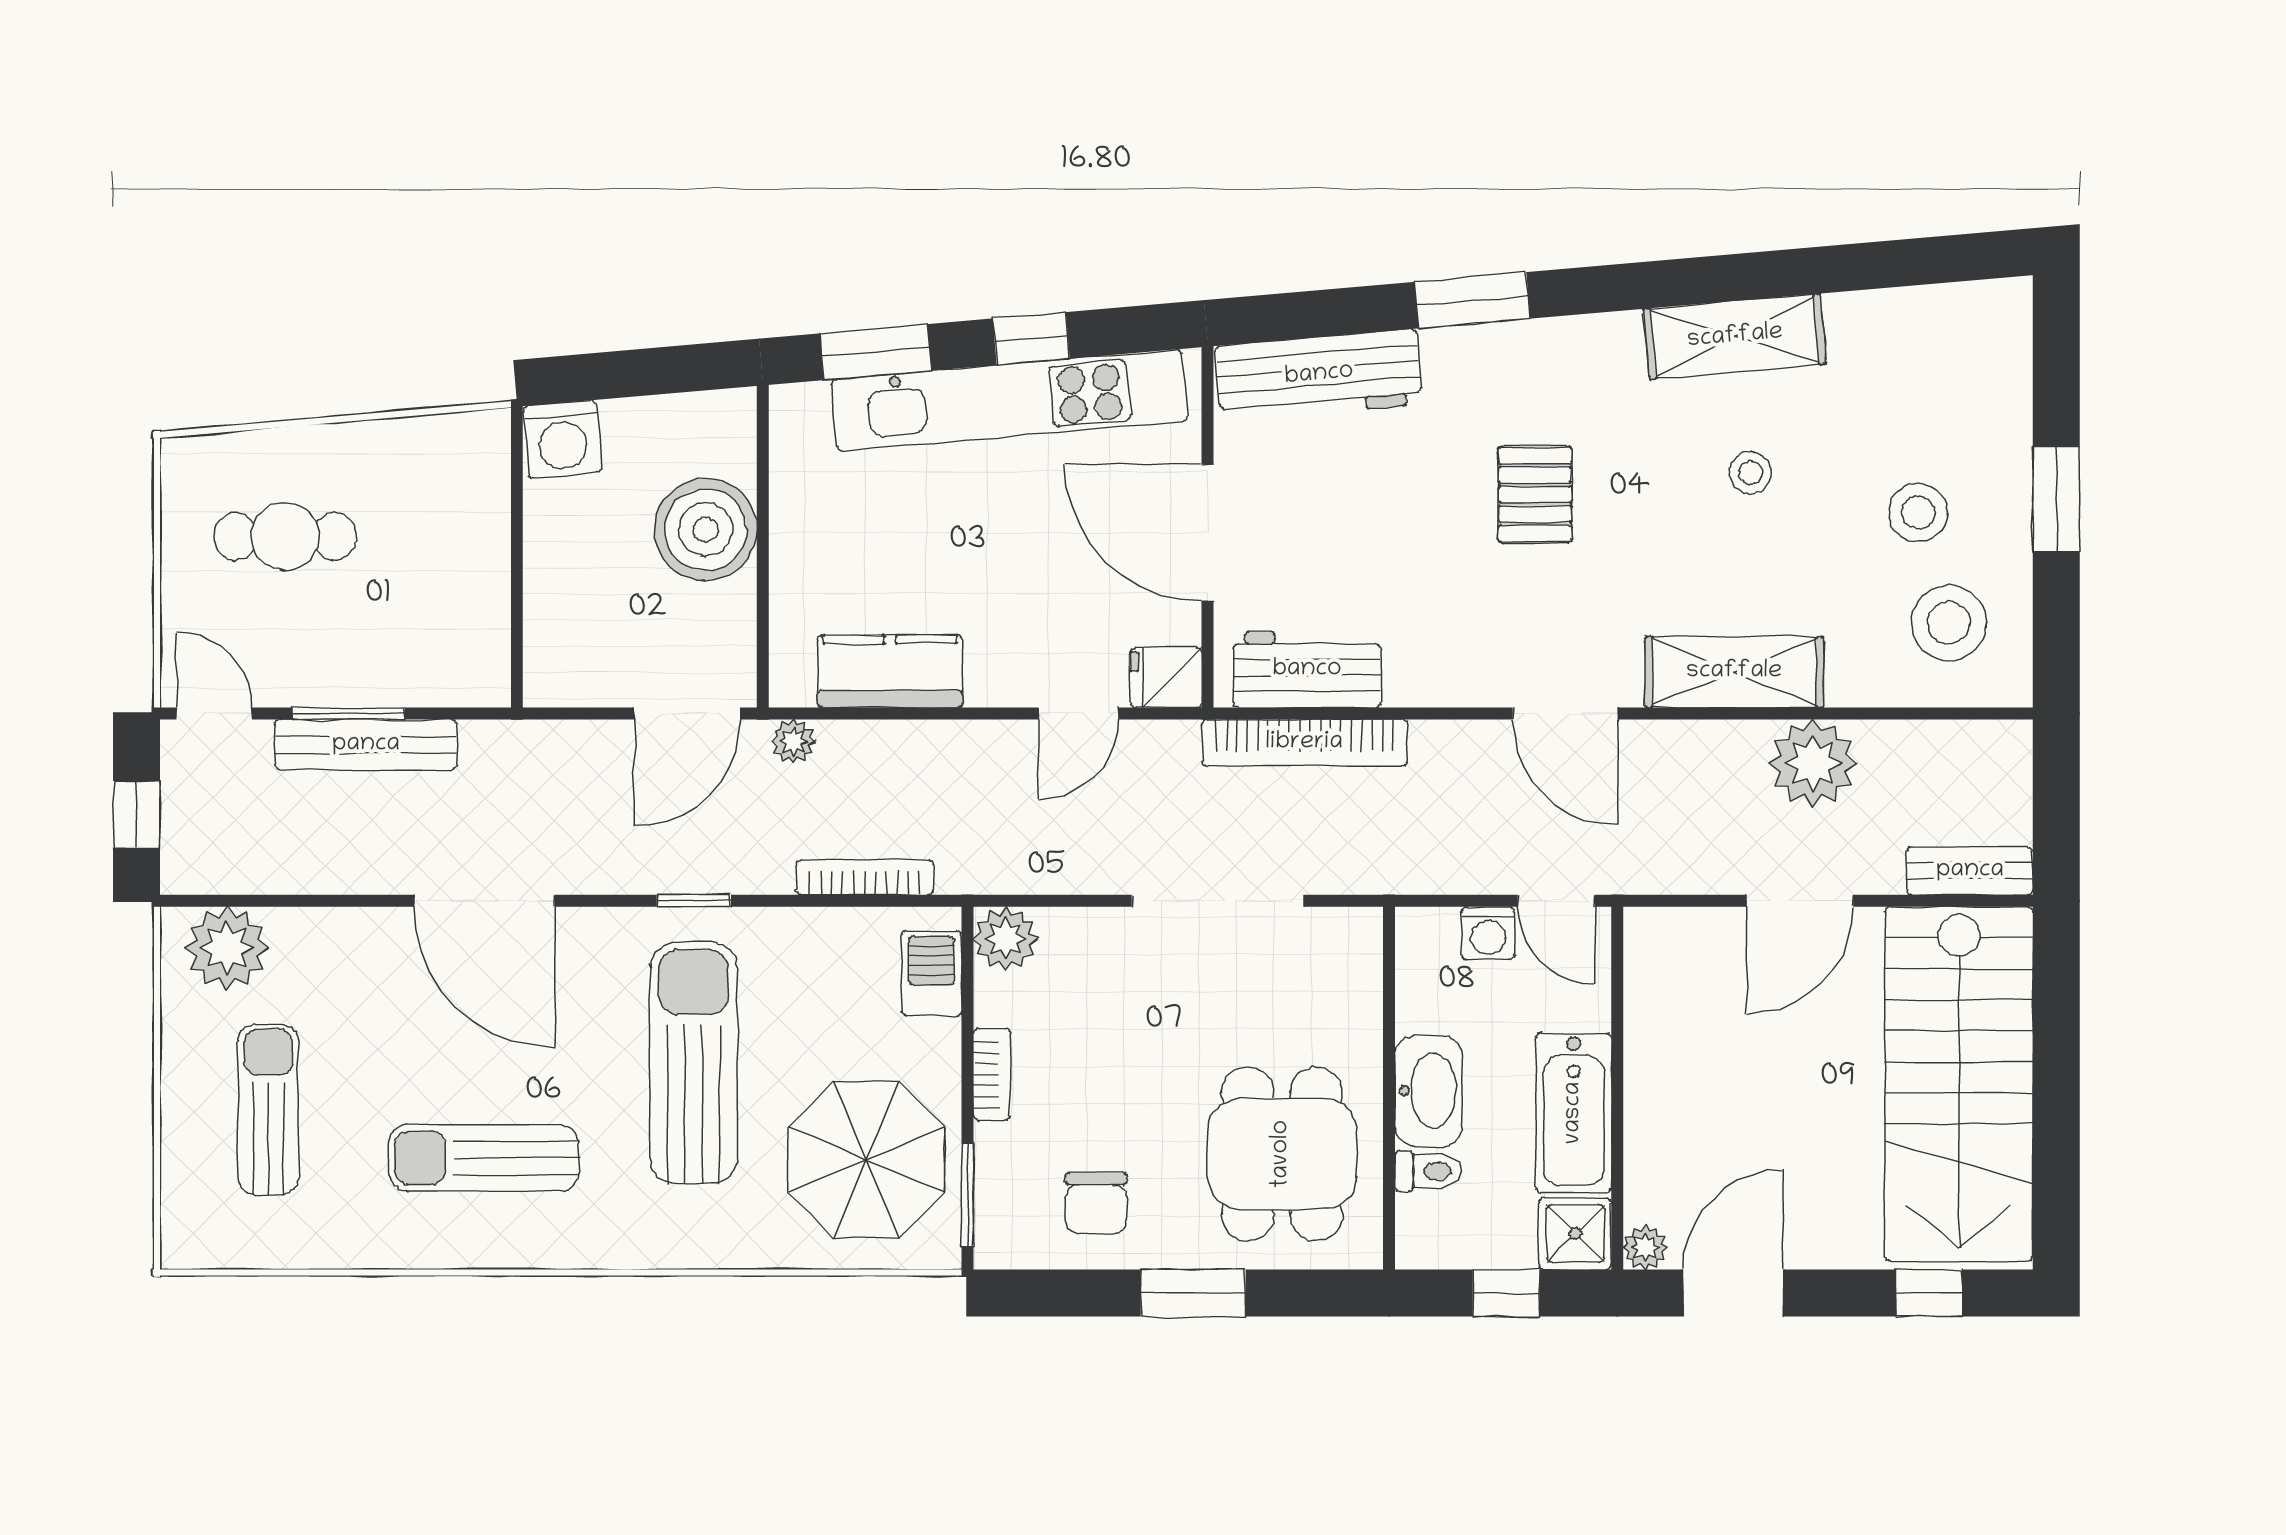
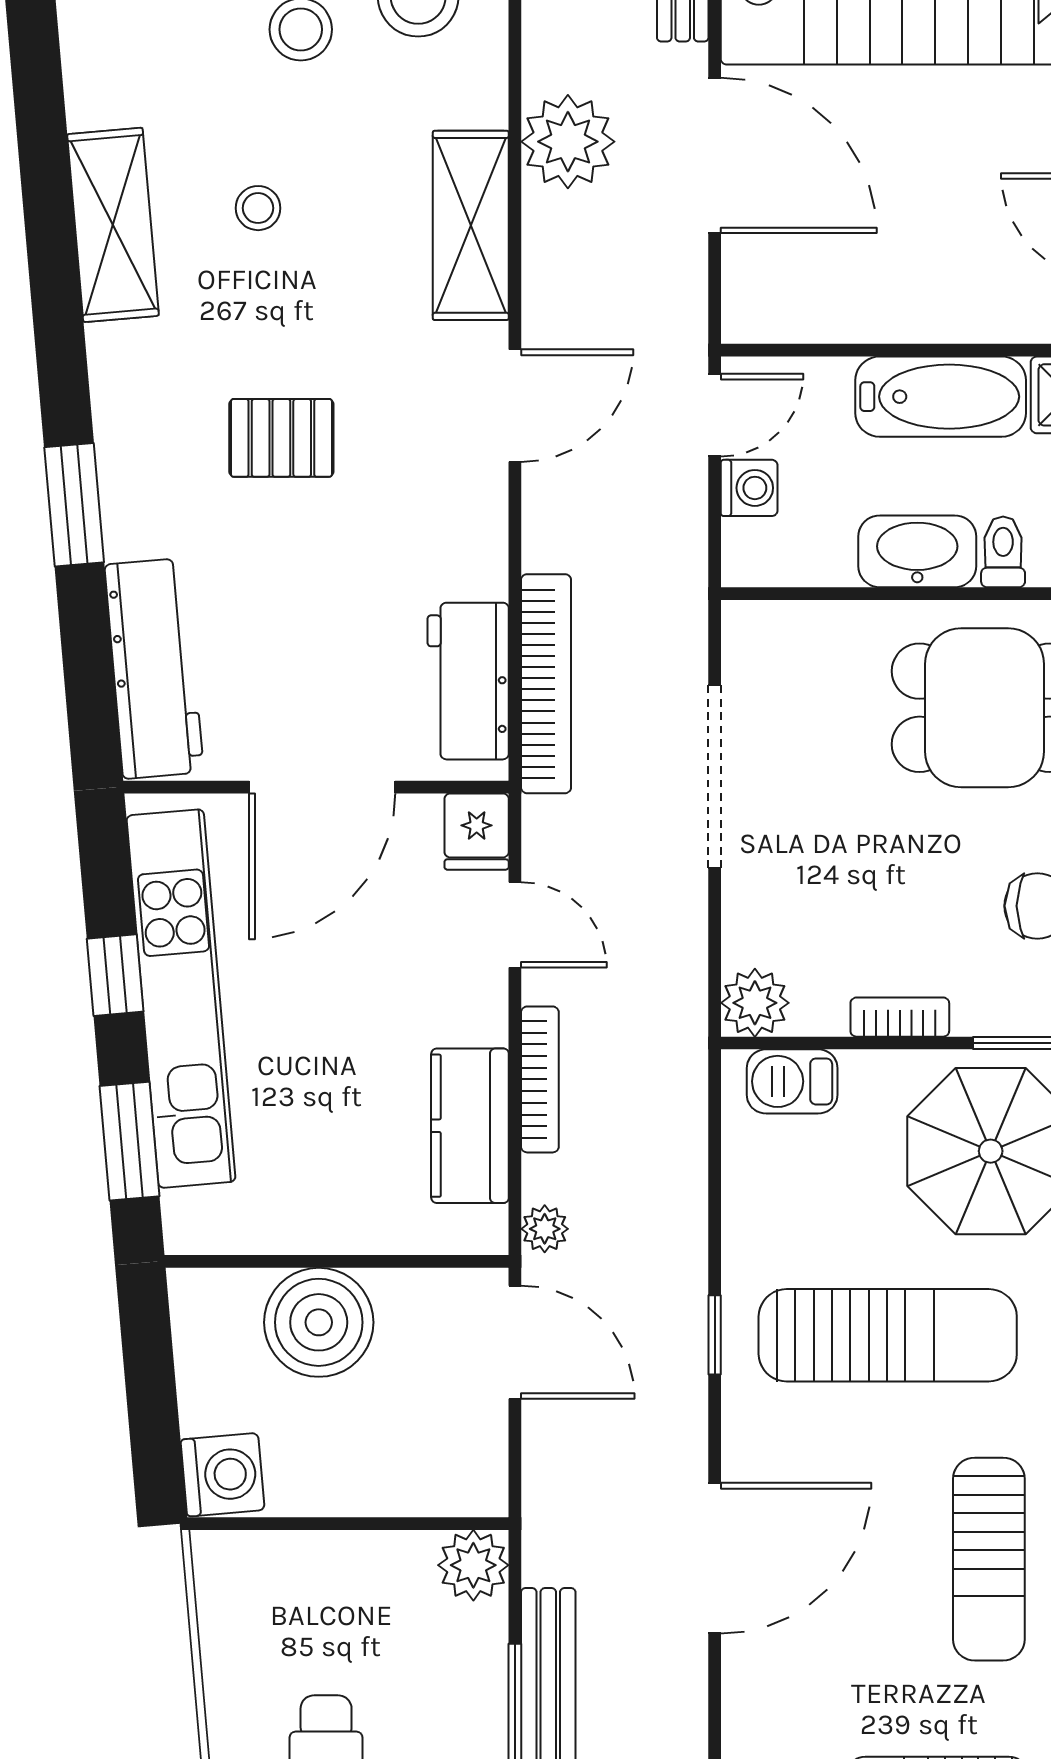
plant: (478, 674) -> (473, 1565), added
bookcase: (865, 877) -> (540, 1079), moved, turned 180
door: (1800, 901) -> (715, 155), width x1.36
sun lounger: (694, 1063) -> (888, 1335), turned 180

